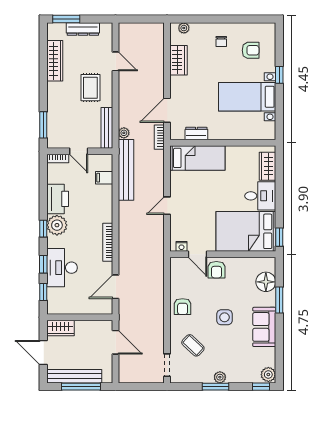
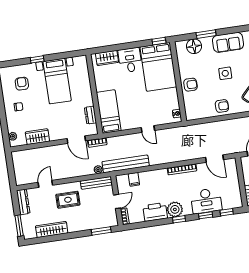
dresser: (83, 29) -> (23, 202), moved
door: (198, 254) -> (181, 101), removed

